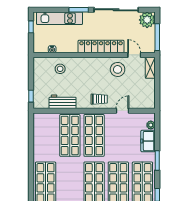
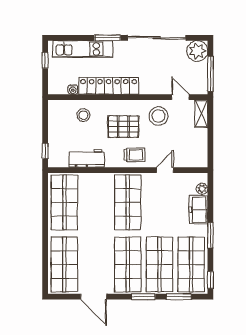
locker: (101, 46) -> (109, 86), moved
pallet: (91, 78) -> (123, 127), added
shop shelf: (70, 135) -> (64, 202), moved

